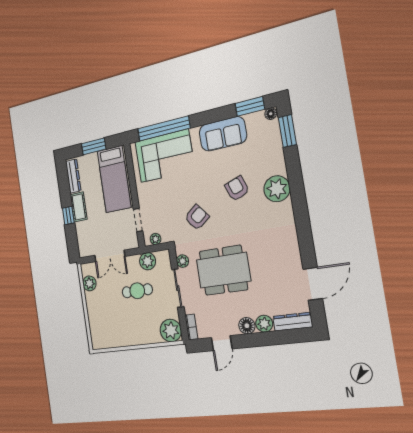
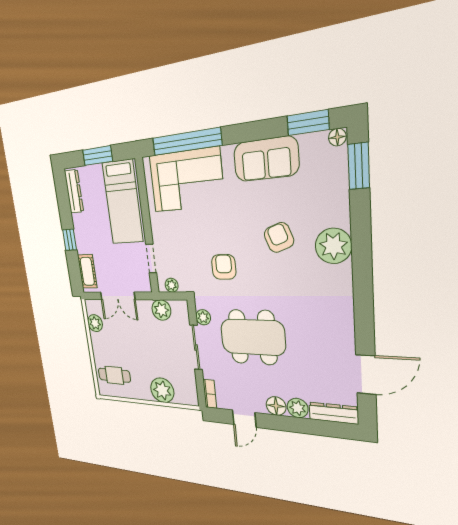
cot: (79, 207) -> (87, 271), moved
armchair: (197, 217) -> (224, 267), turned -51
cafe table: (137, 291) -> (114, 375), moved
plant: (171, 330) -> (162, 390), moved

